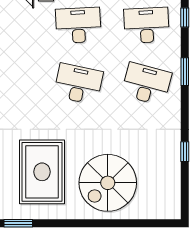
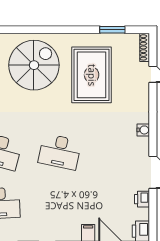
desk: (78, 25) -> (60, 203), removed

